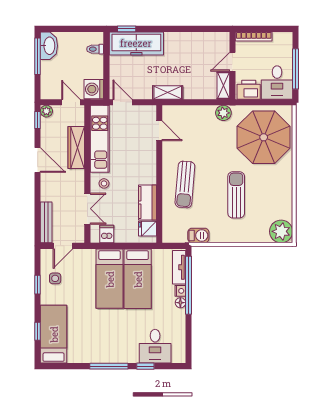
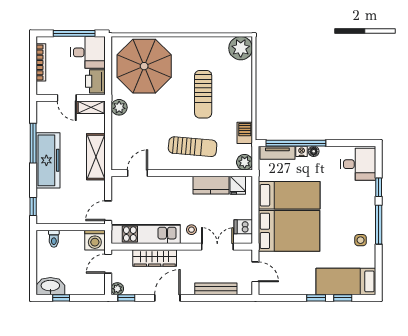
window: (188, 29) -> (33, 143), added
bookcase: (254, 37) -> (41, 62), moved
freezer: (136, 43) -> (48, 160), moved
window: (38, 56) -> (61, 298), width x0.46
shelving: (168, 92) -> (96, 157), width x1.50, depth x1.33
sun lounger: (236, 195) -> (203, 94), turned -90
bench: (46, 222) -> (216, 289), moved
plant: (170, 235) -> (245, 162), added
side table: (55, 278) -> (361, 240), moved
bed: (110, 279) -> (289, 231), width x1.50
window: (38, 285) -> (316, 298), moved
desk: (155, 346) -> (358, 164), moved

